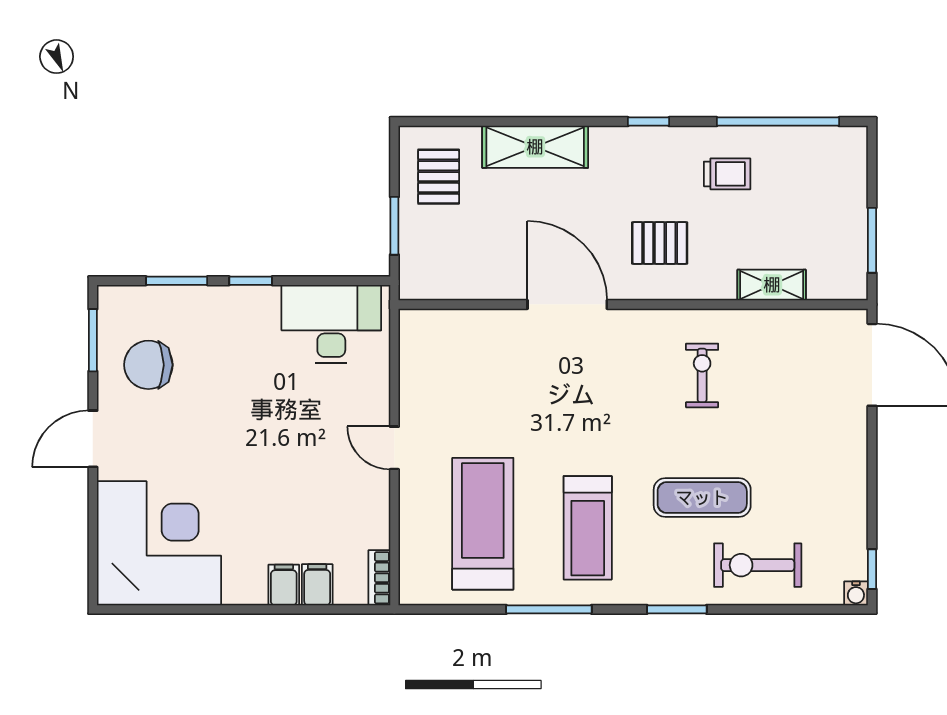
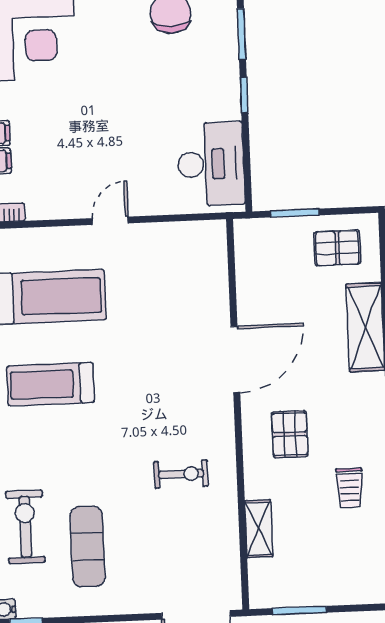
exercise mat: (702, 498) -> (88, 546), moved

